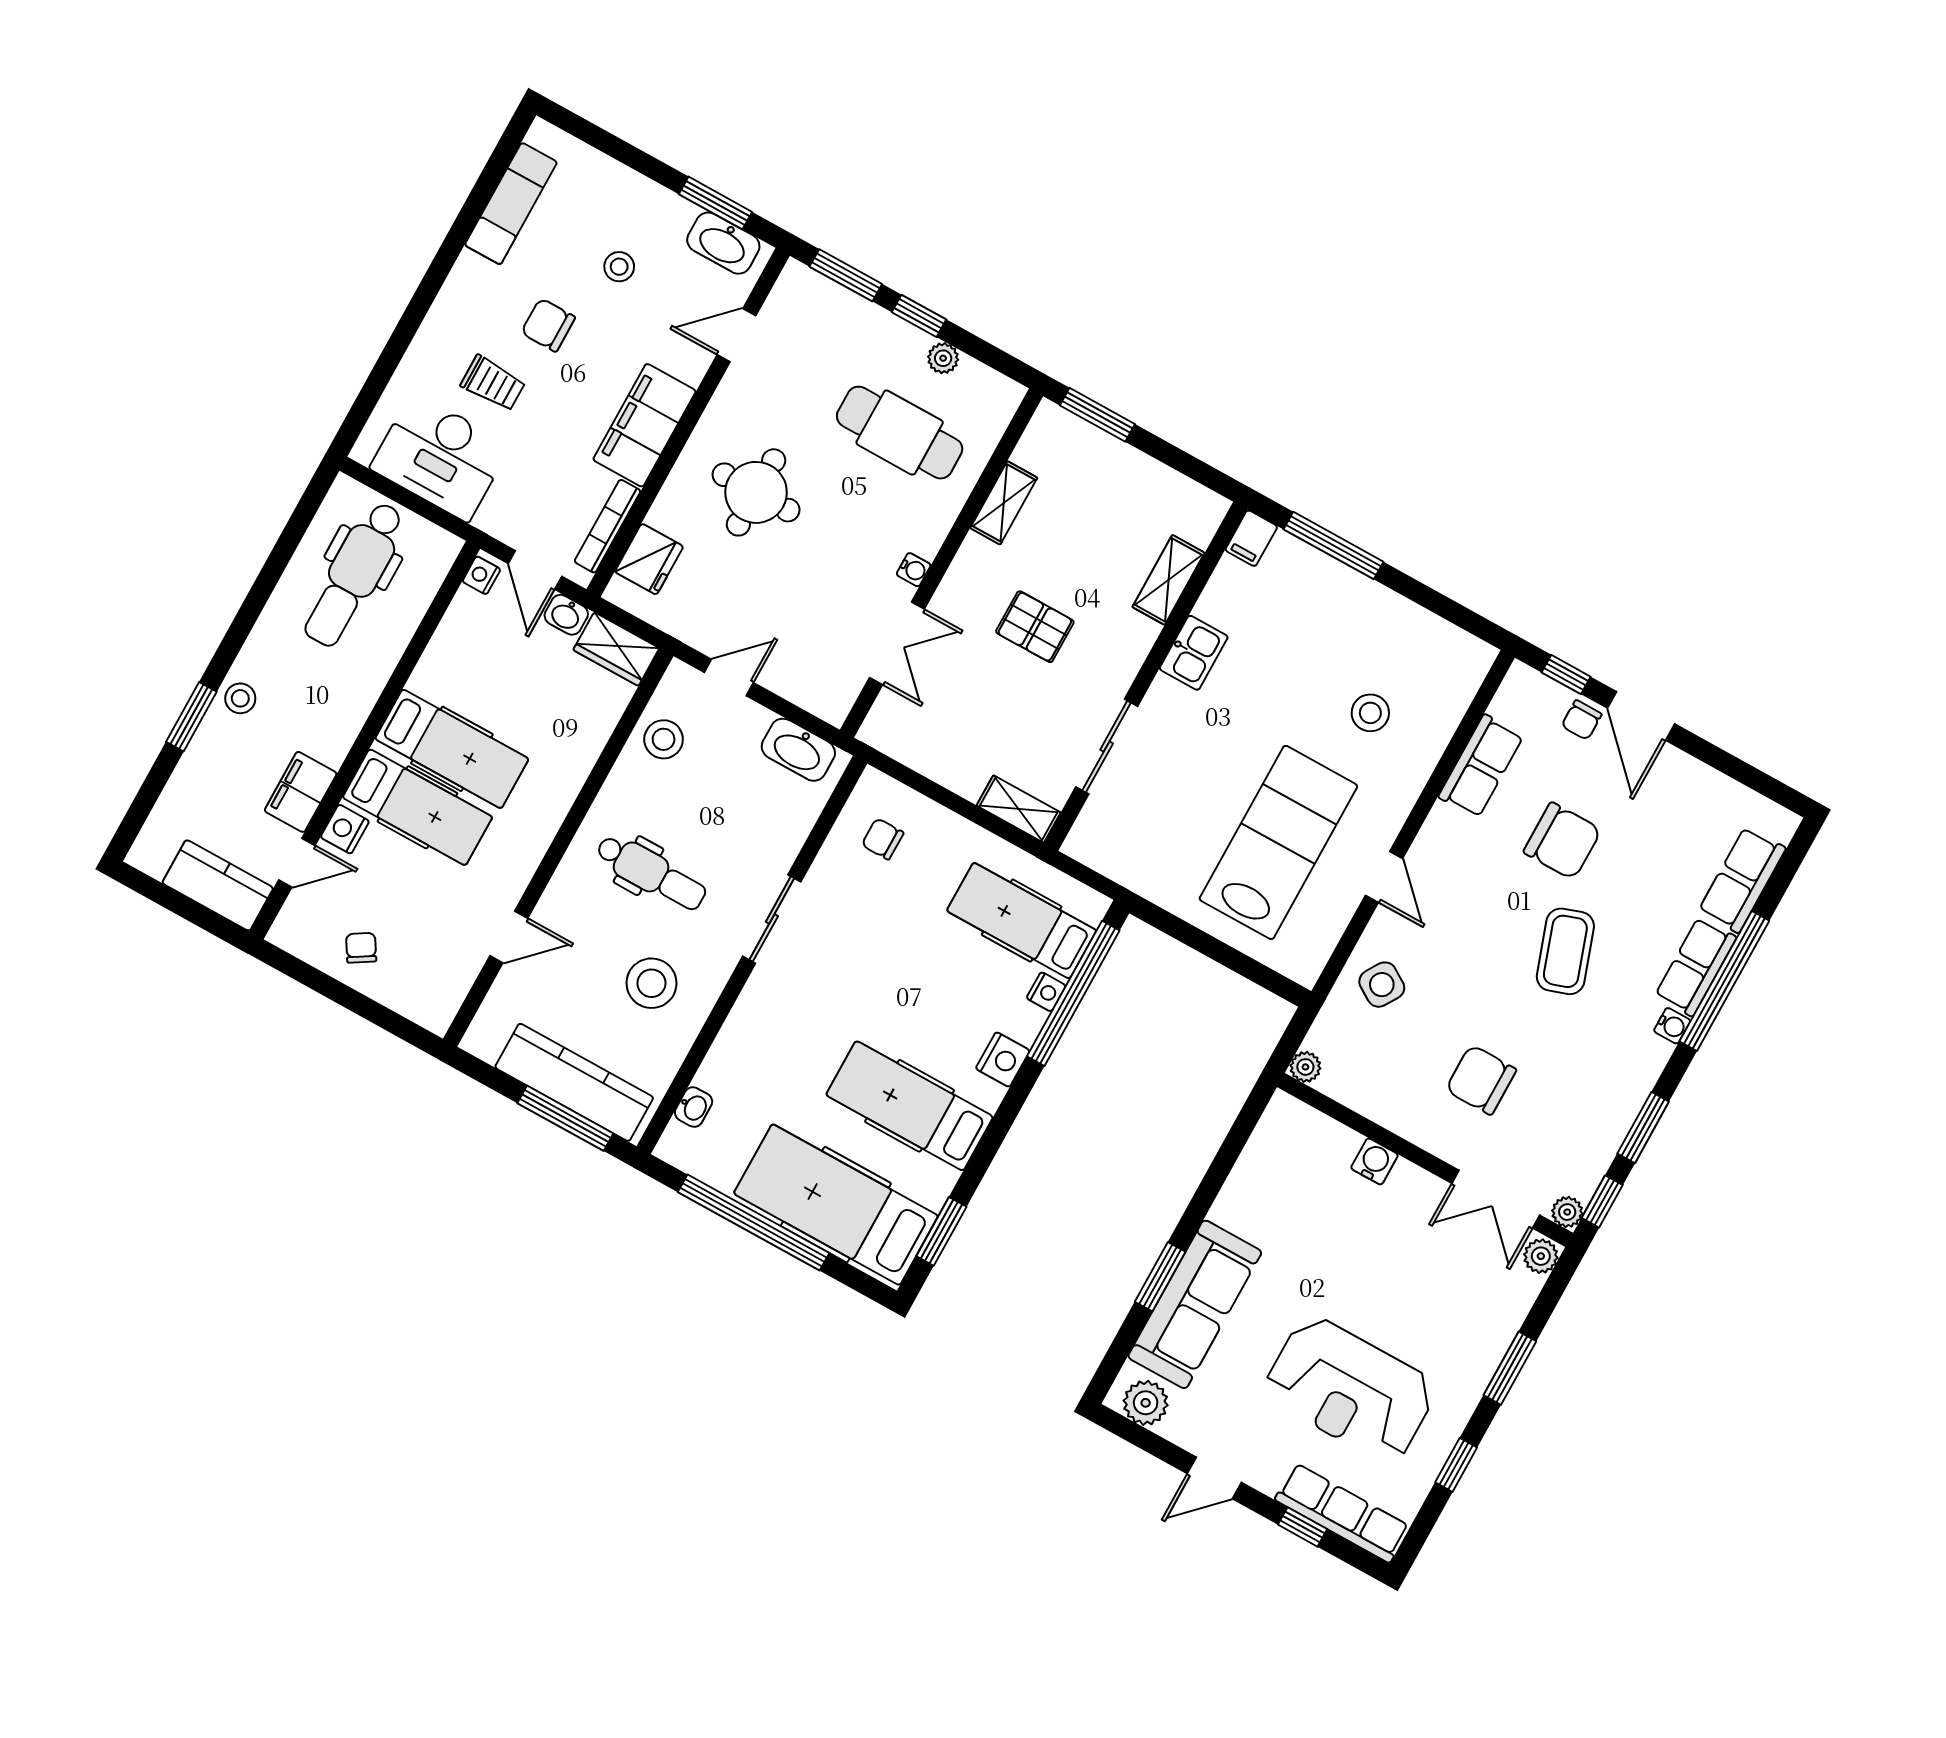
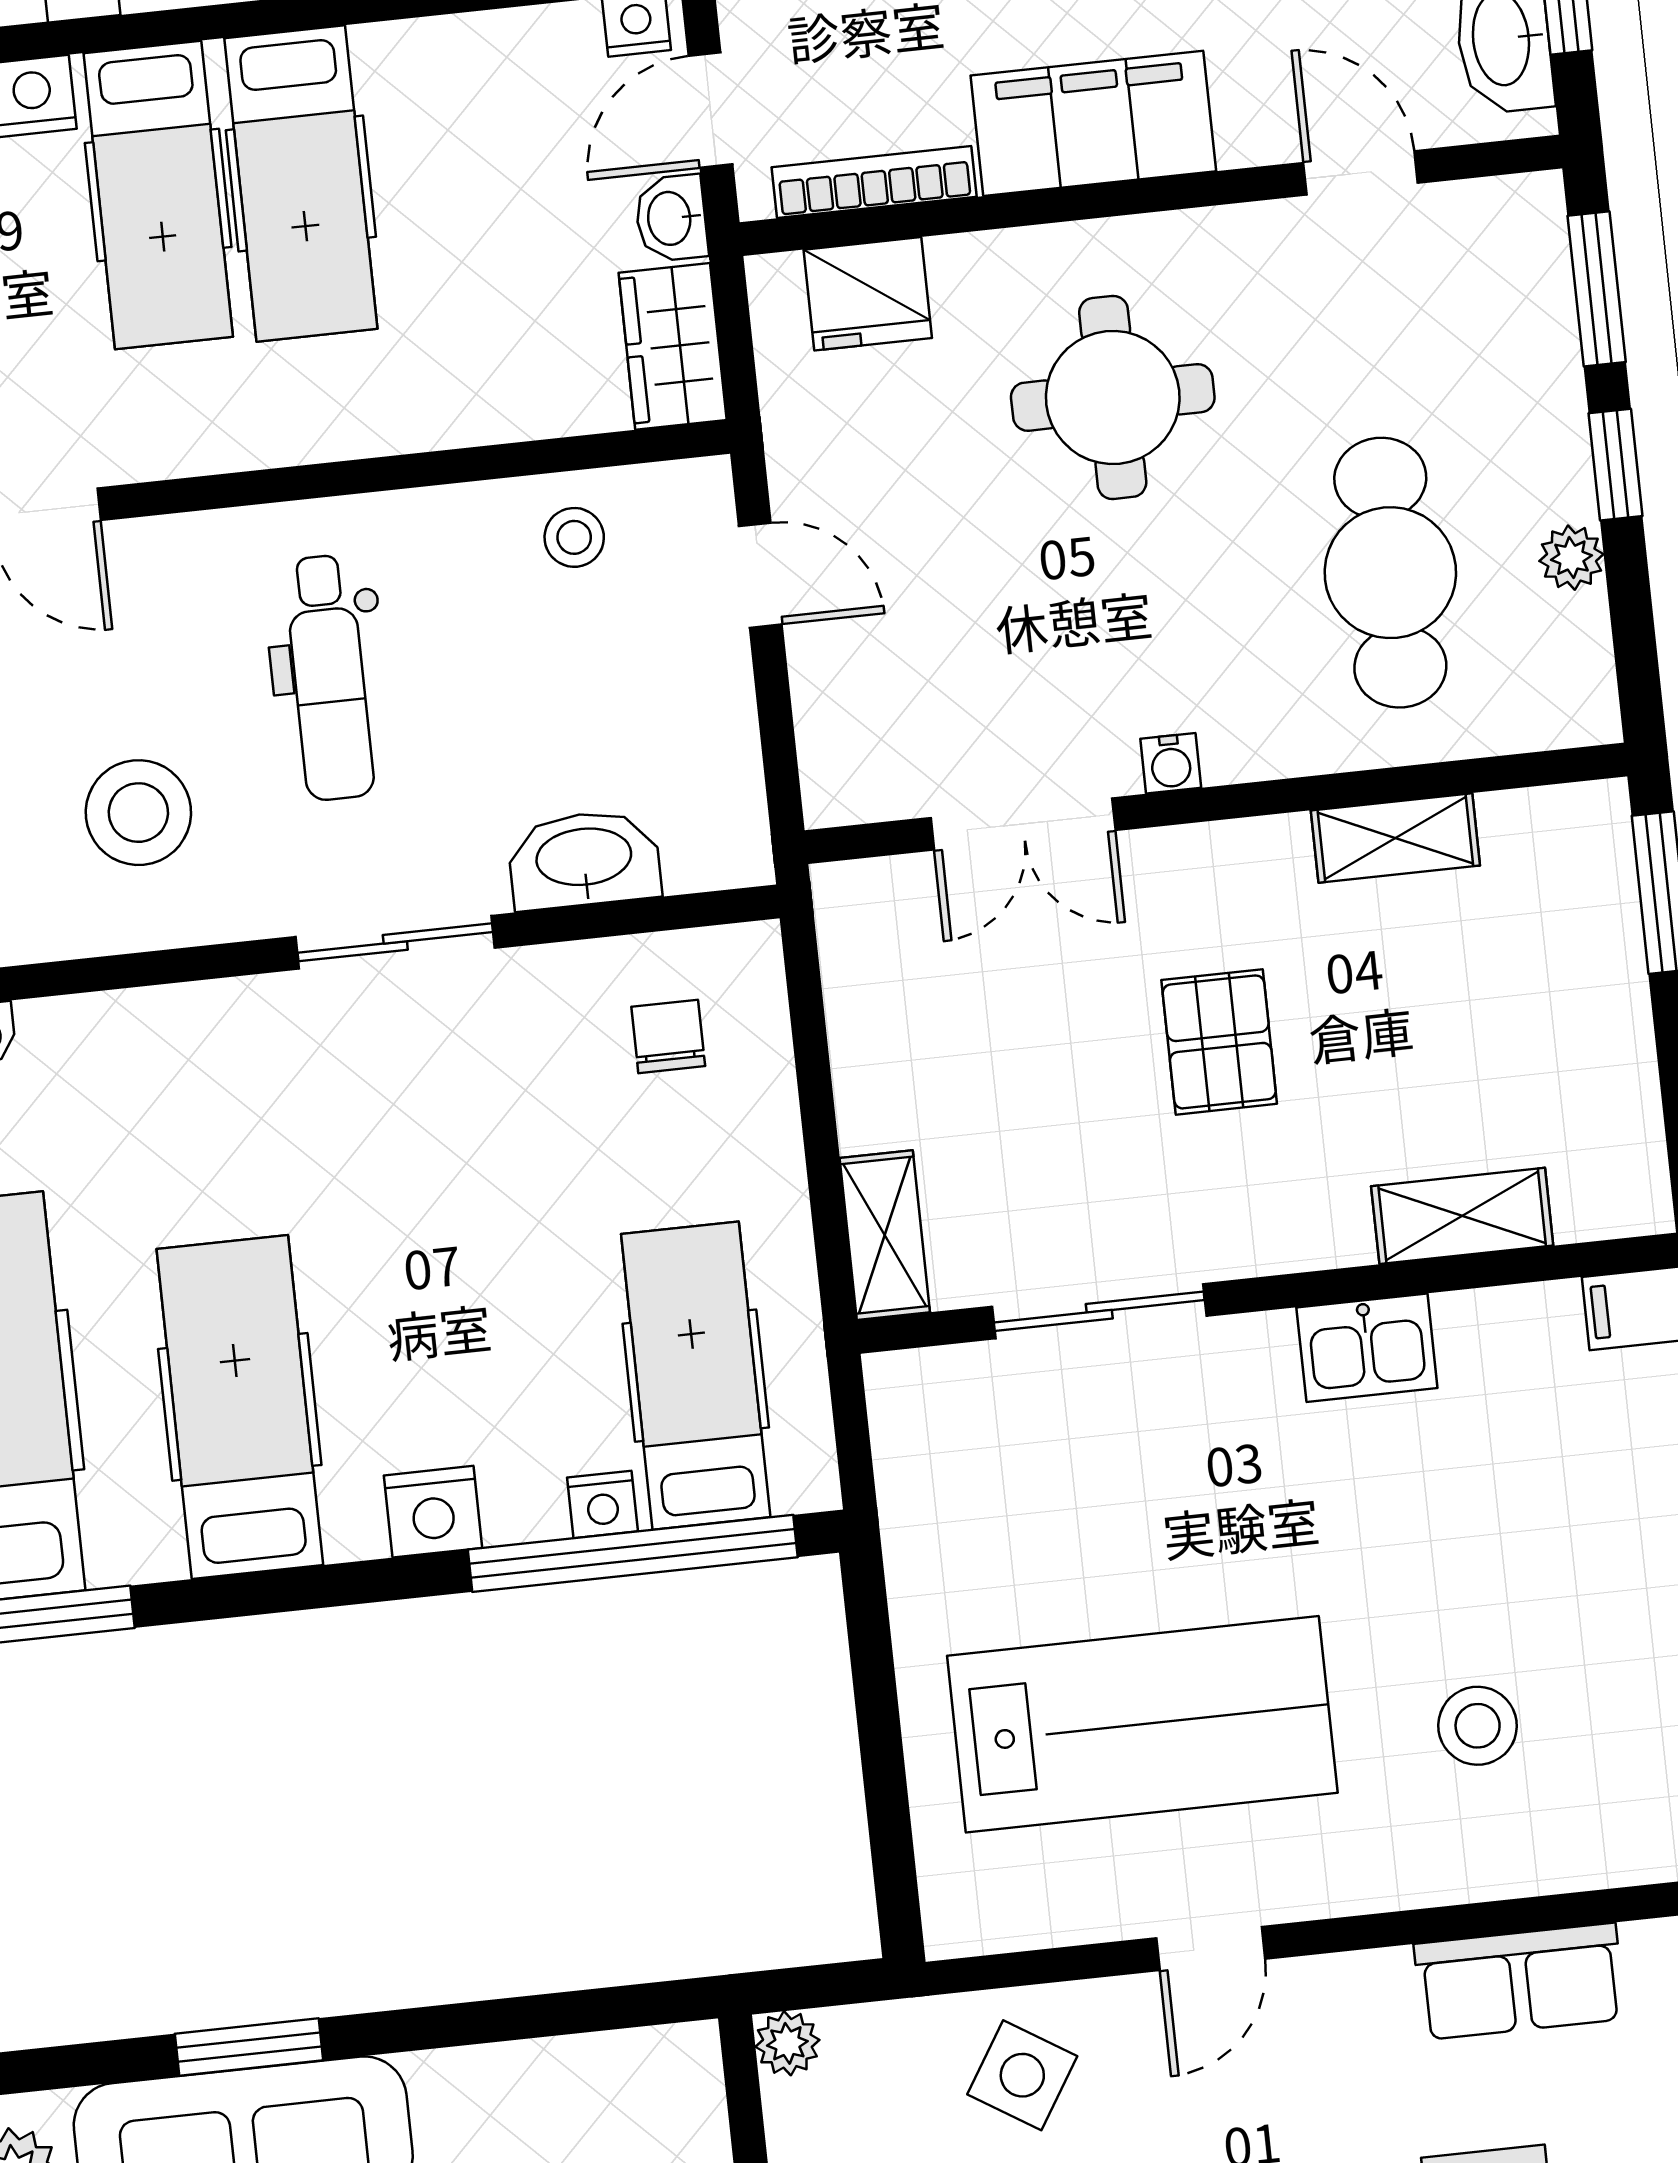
stool: (664, 739) -> (574, 537), width x0.73, depth x0.73
washbasin: (798, 750) -> (584, 860), moved, turned 90

